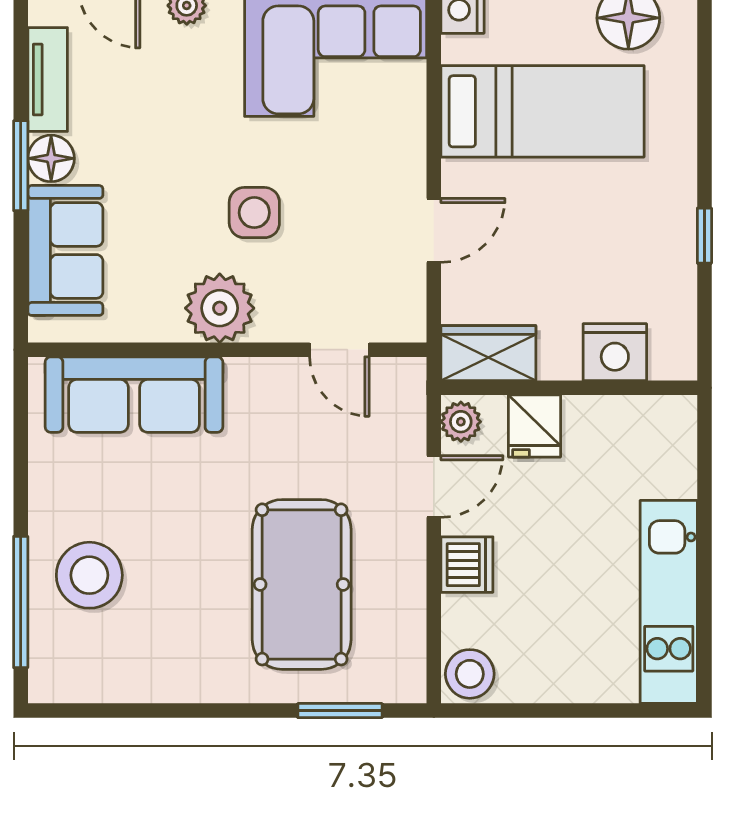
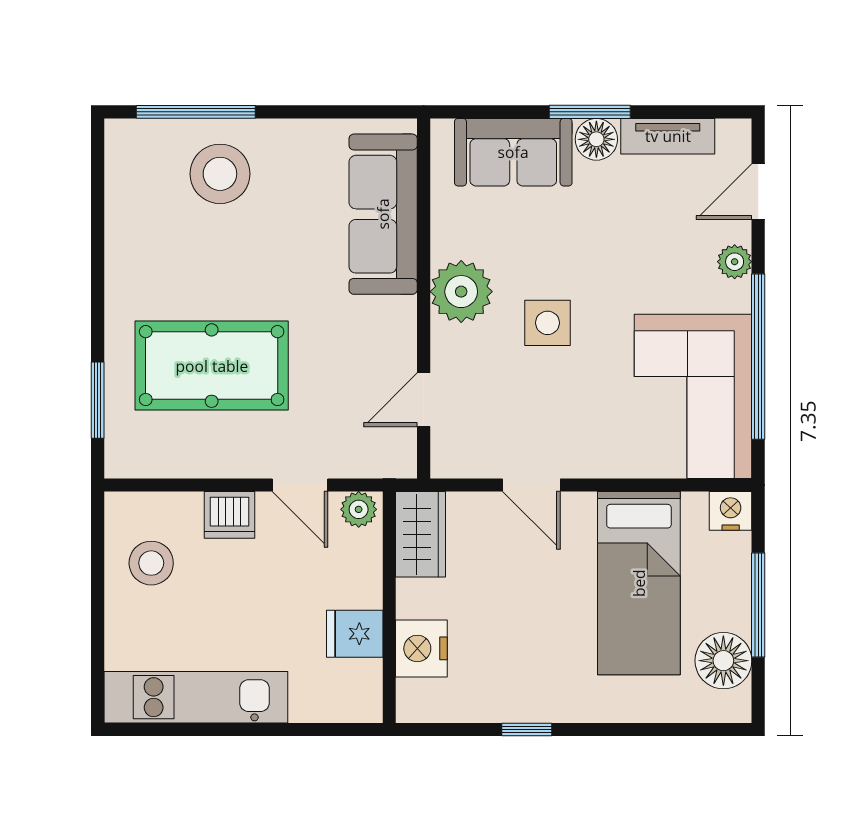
fridge: (535, 426) -> (355, 634), moved
stool: (470, 674) -> (151, 563), moved

